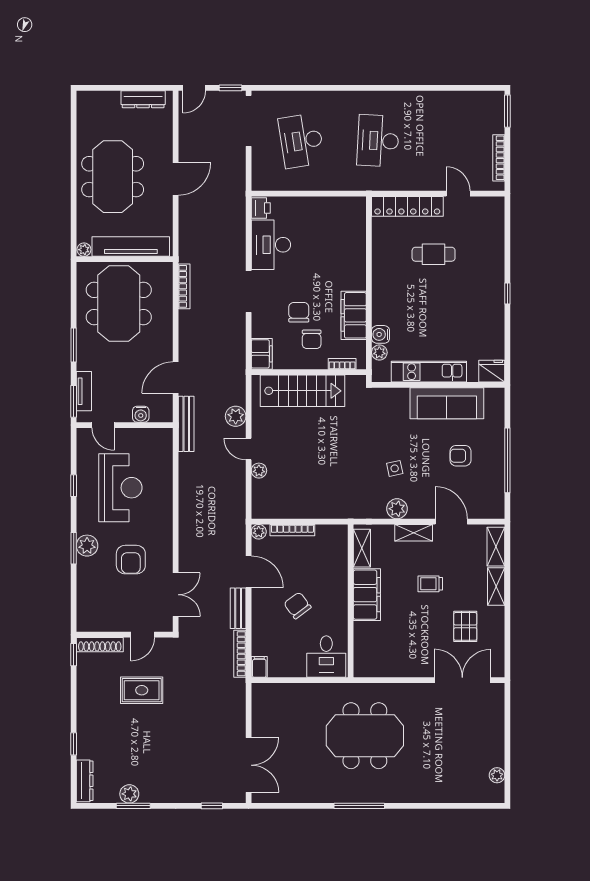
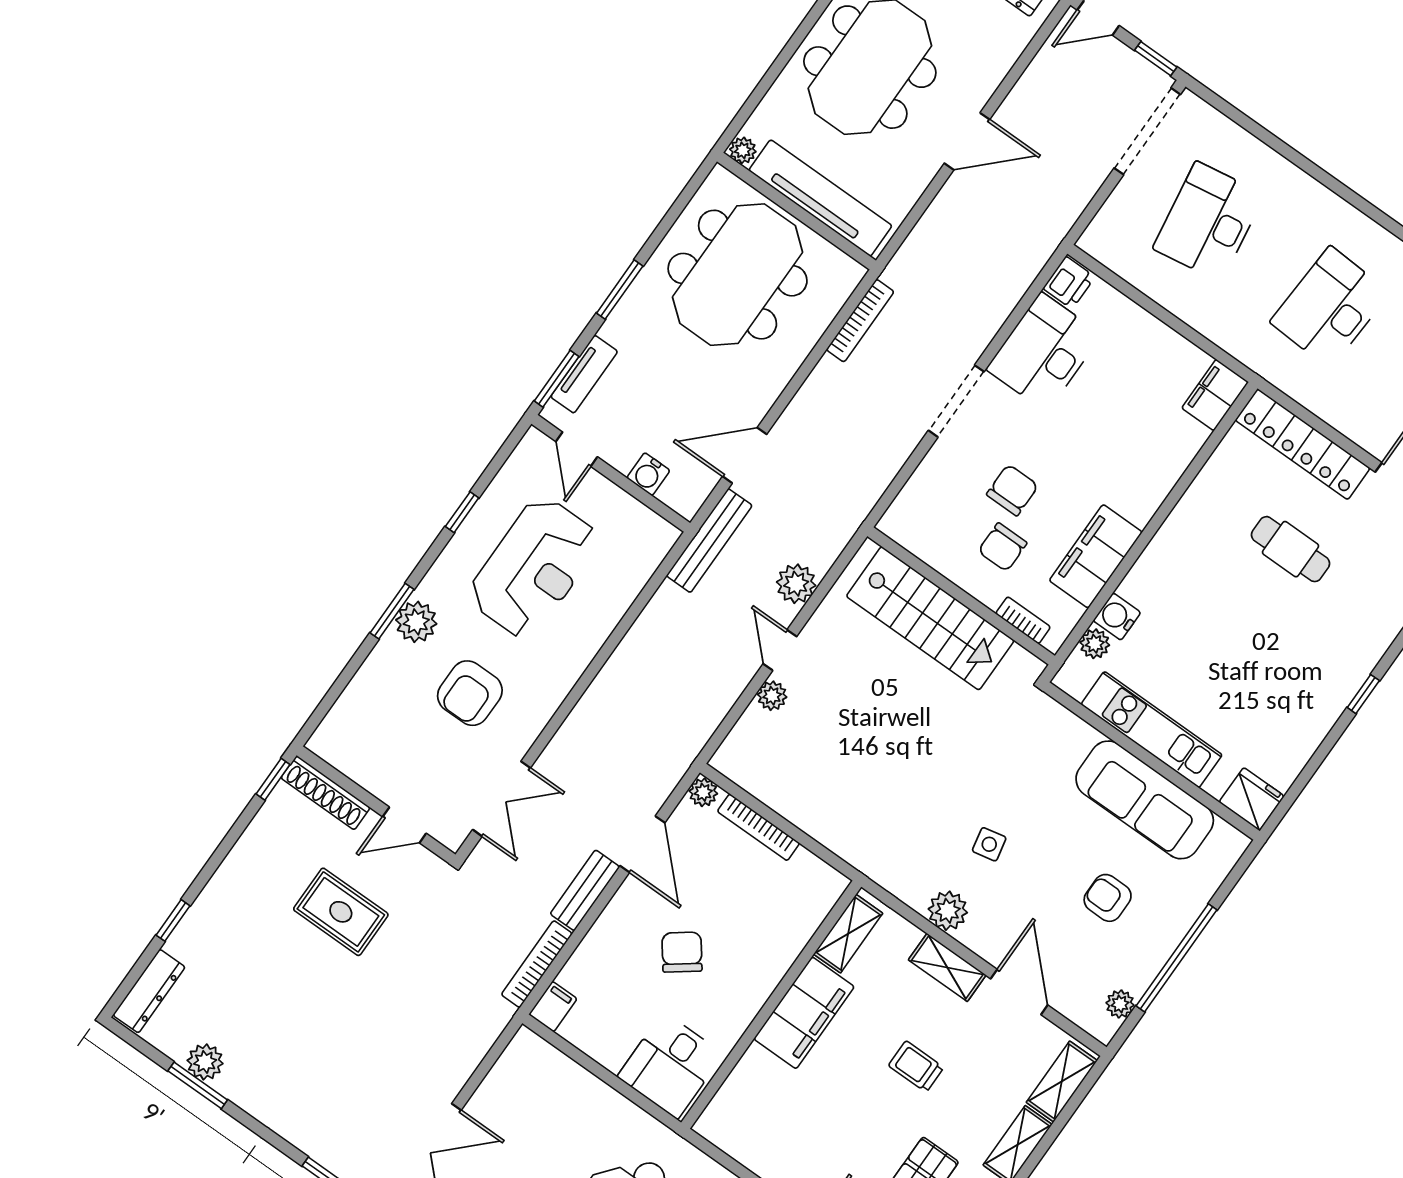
filing cabinet: (262, 354) -> (1215, 395), moved, turned 180
plant: (497, 497) -> (1120, 1004), added

